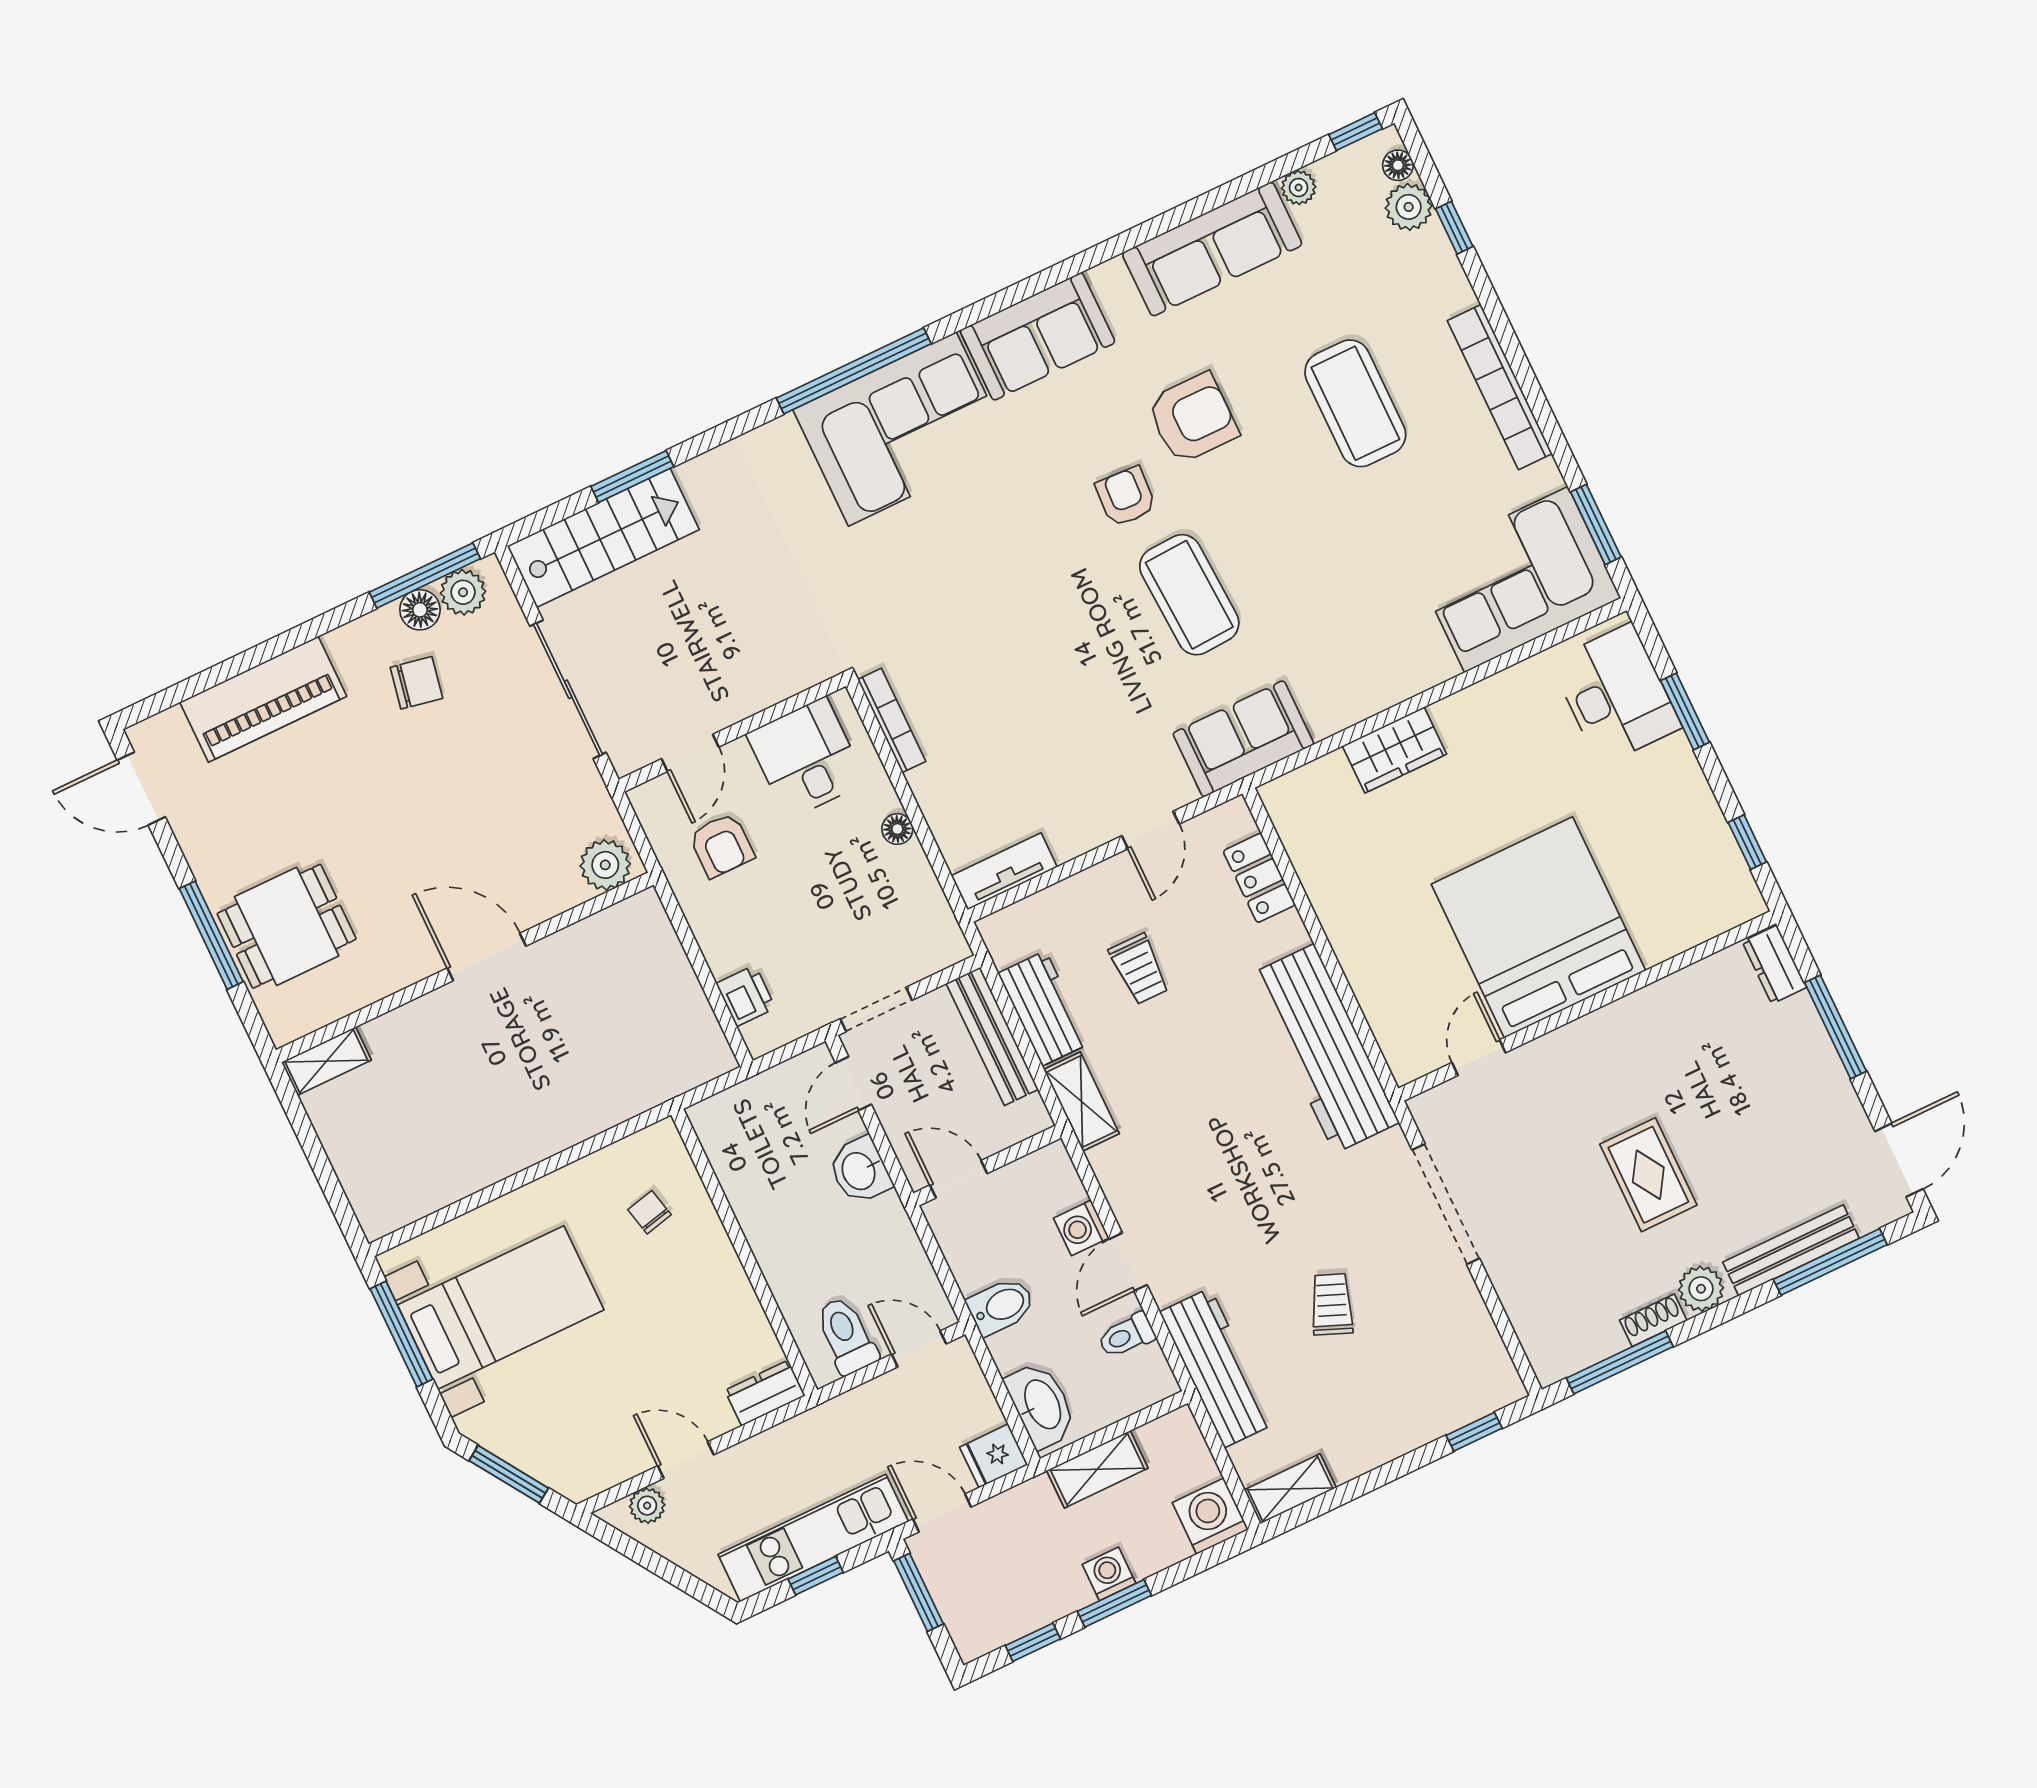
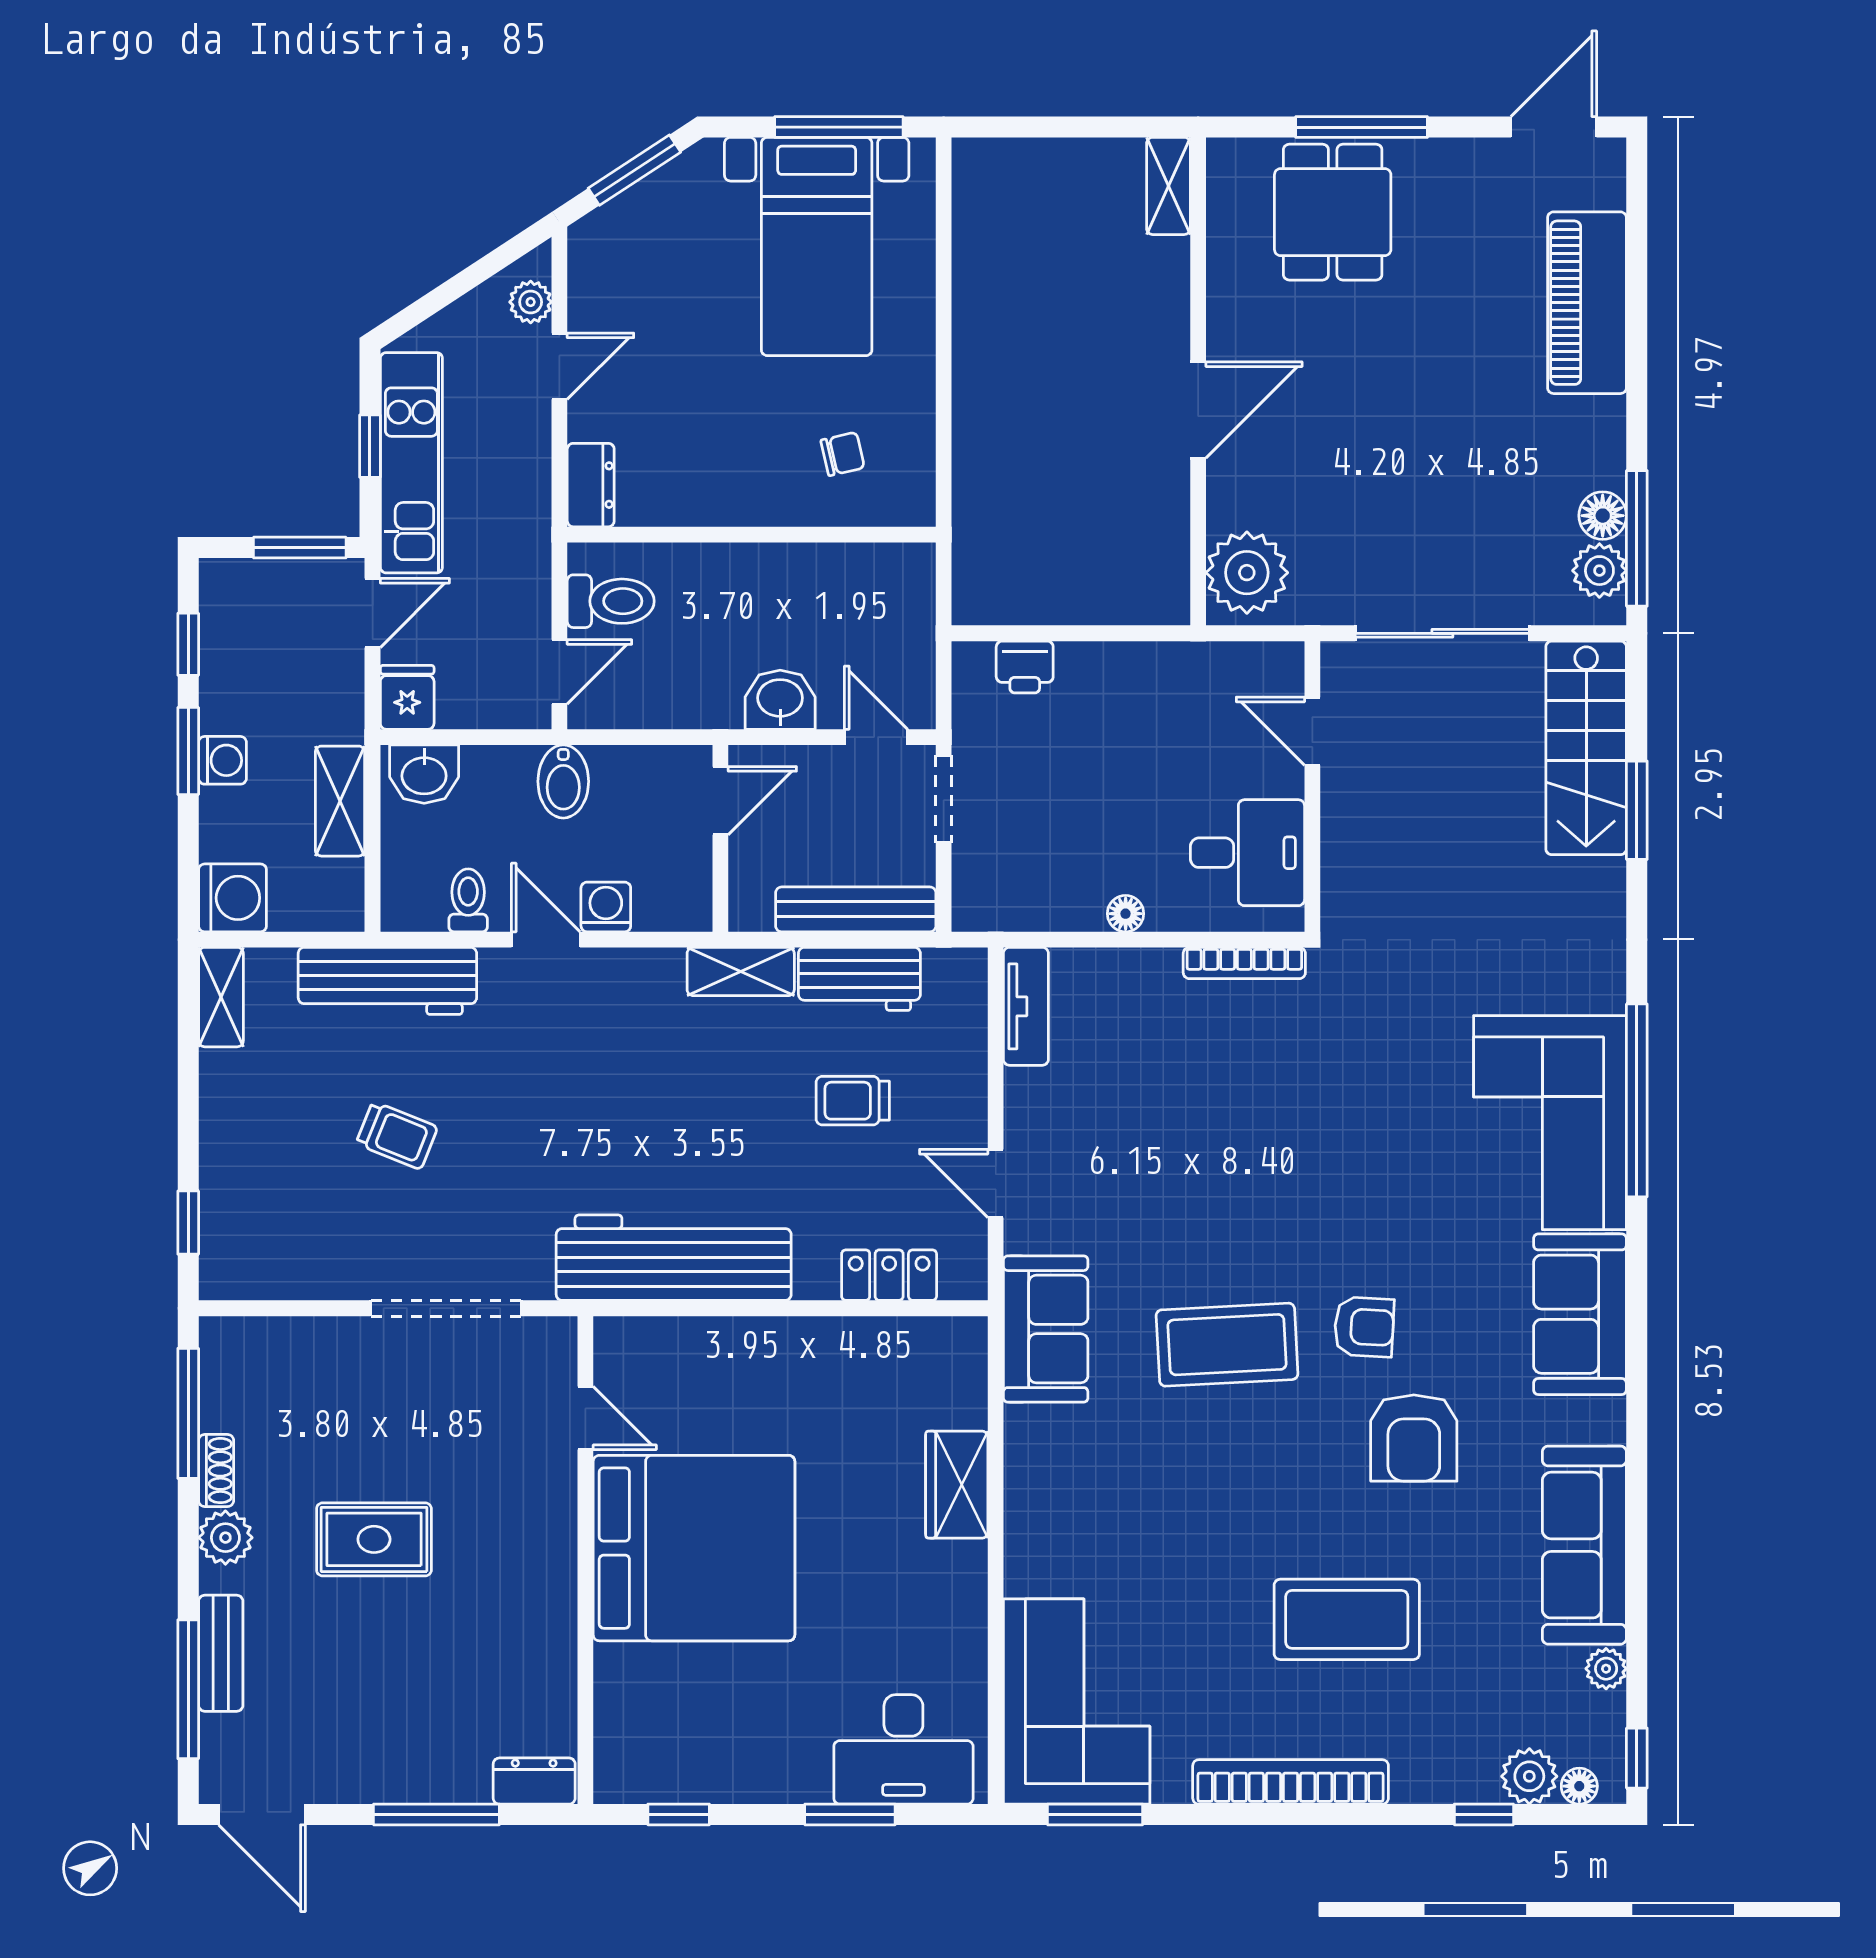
chair: (416, 683) -> (1526, 475), removed
armchair: (722, 845) -> (1198, 718), removed
plant: (605, 865) -> (1247, 573), width x1.36, depth x1.36
bench: (1791, 1250) -> (221, 1653), width x0.73
washbasin: (1041, 1405) -> (424, 774), width x0.72

